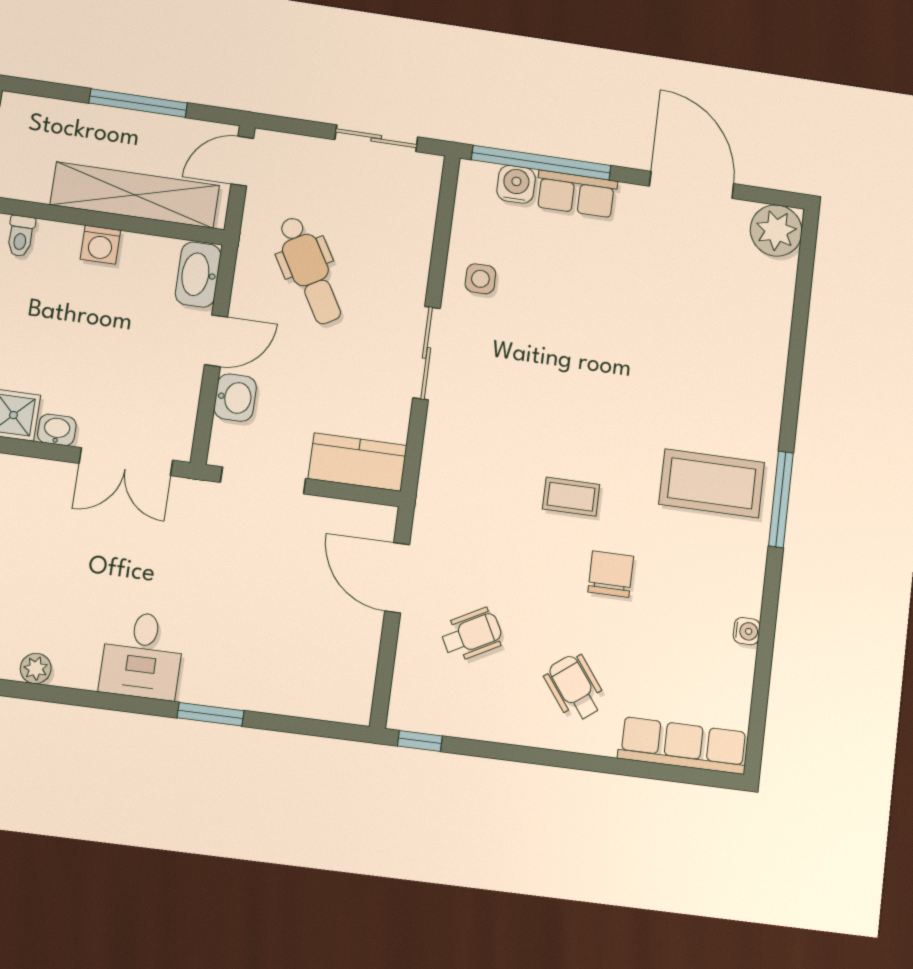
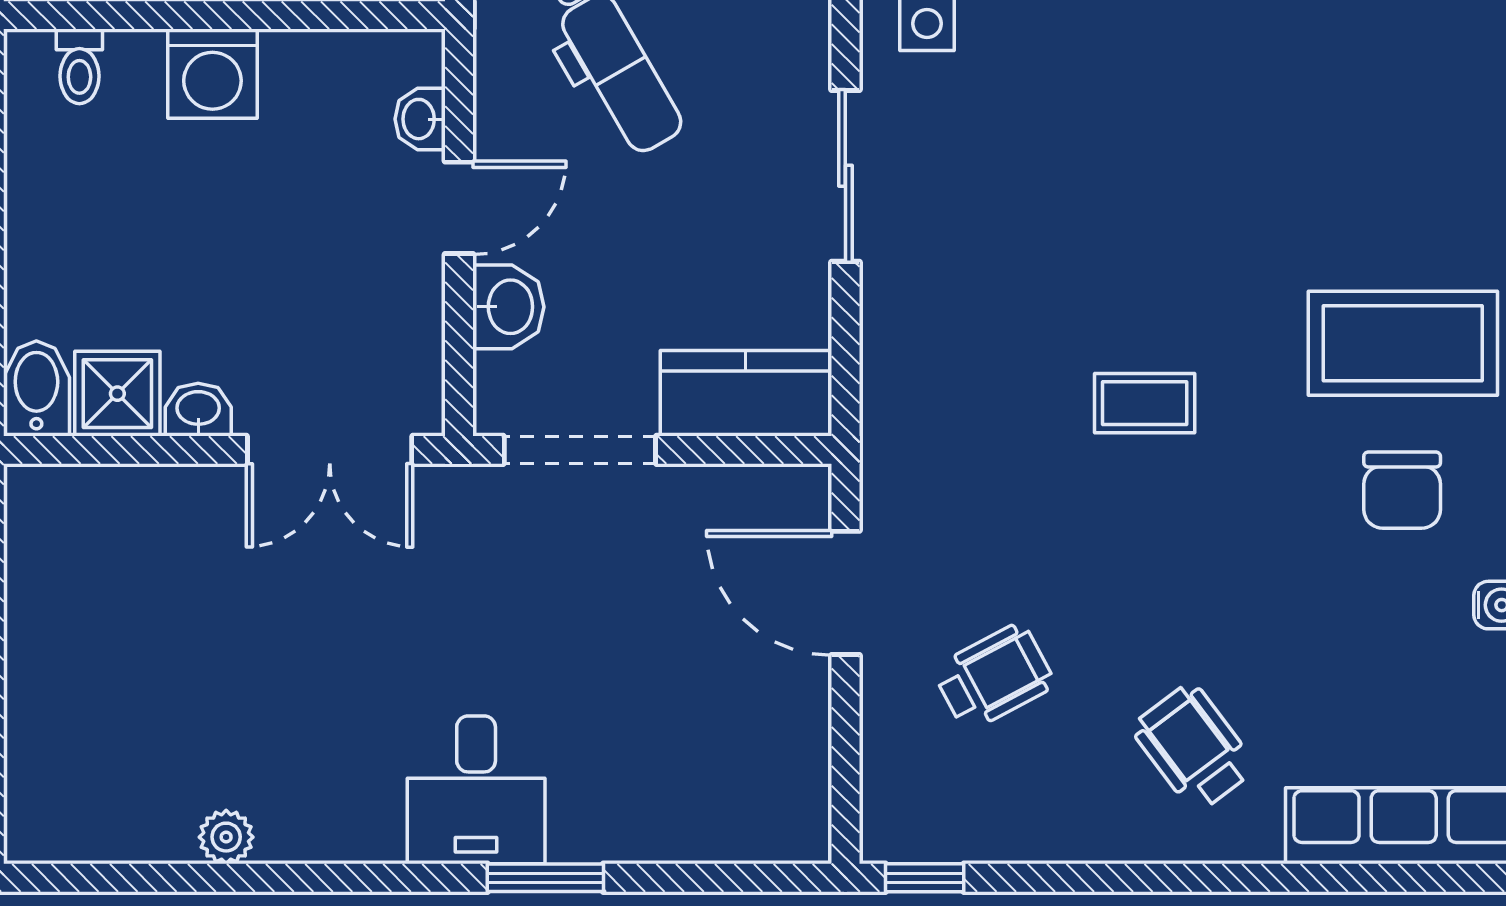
washing machine: (100, 245) -> (212, 74), width x1.38, depth x1.38
washbasin: (198, 275) -> (420, 119), width x0.52, depth x0.69
chair: (611, 574) -> (1402, 490), moved, turned 180
desk: (142, 655) -> (476, 790), moved

